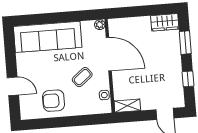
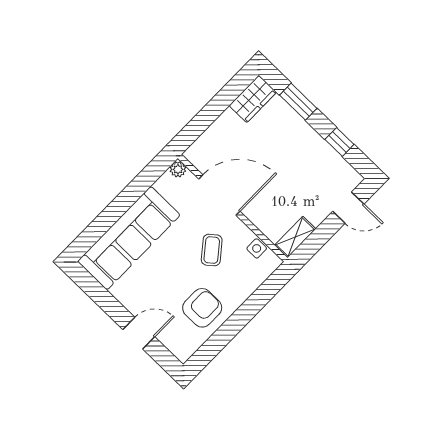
armchair: (54, 101) -> (202, 308), turned 180

